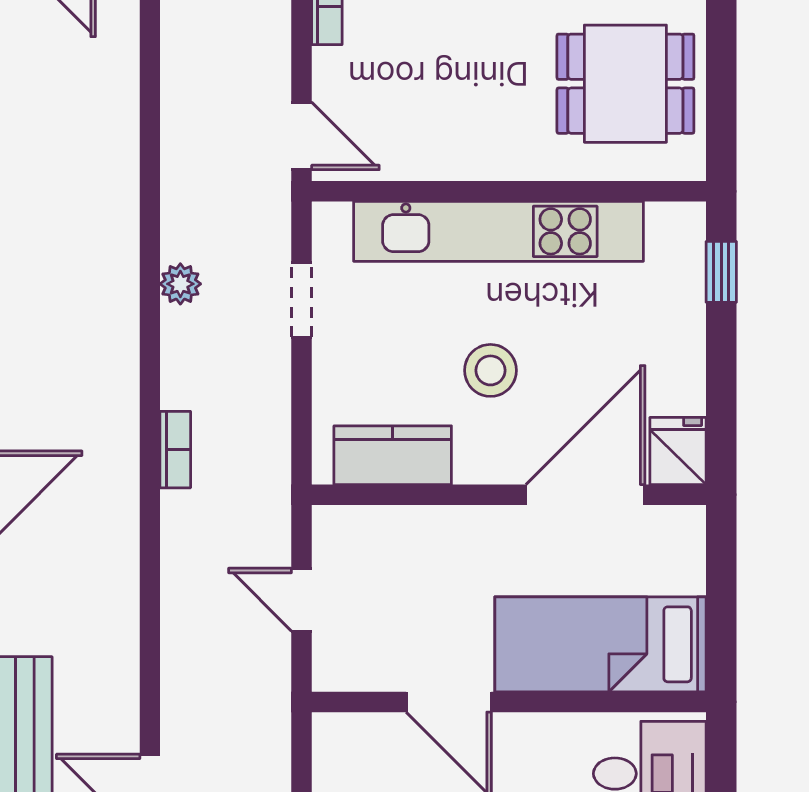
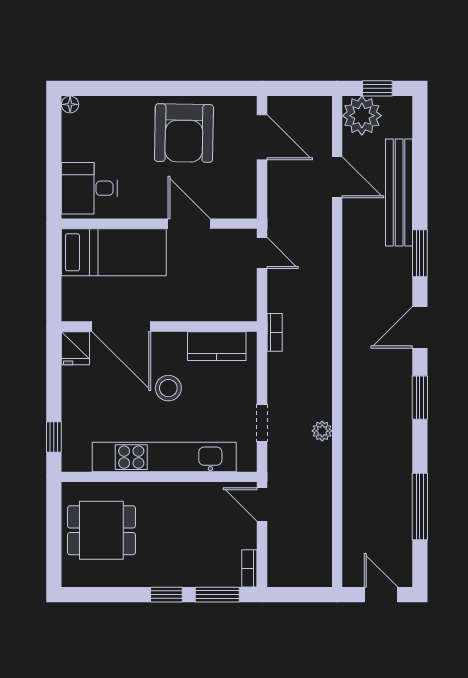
bookcase: (175, 450) -> (275, 332), moved, turned 180
door: (585, 495) -> (121, 326), hinge flipped
door: (302, 600) -> (262, 253), moved

